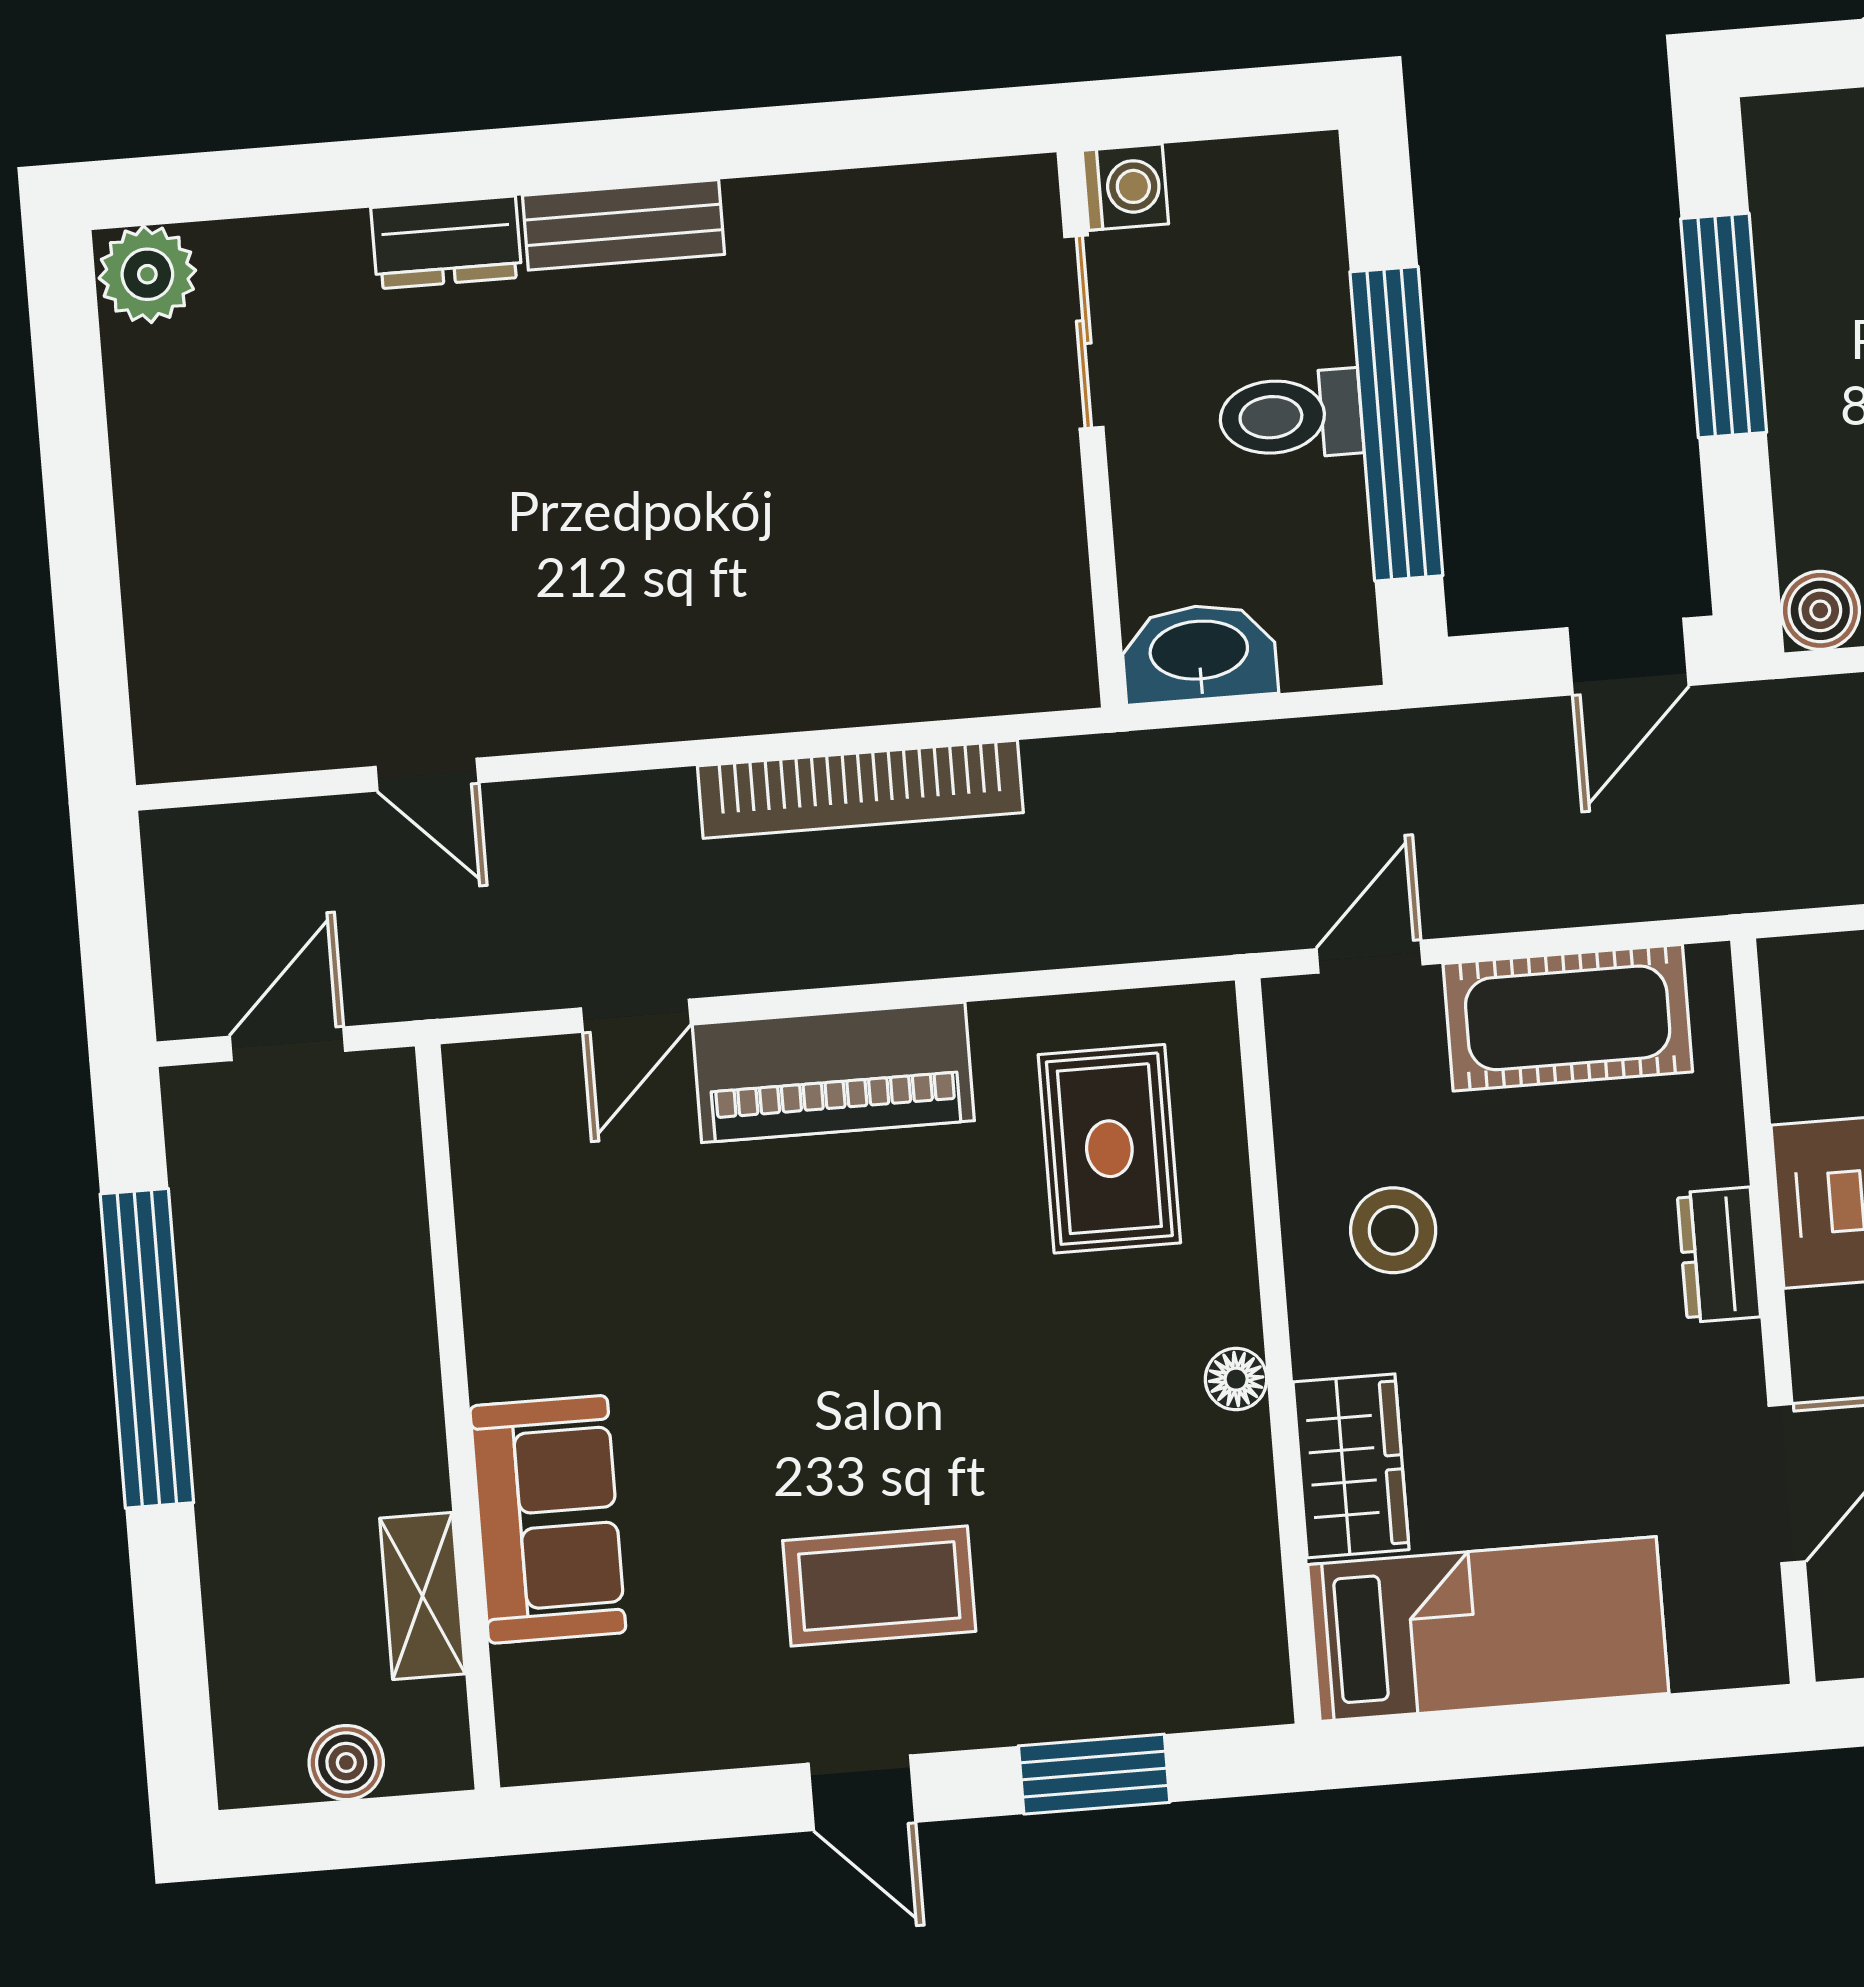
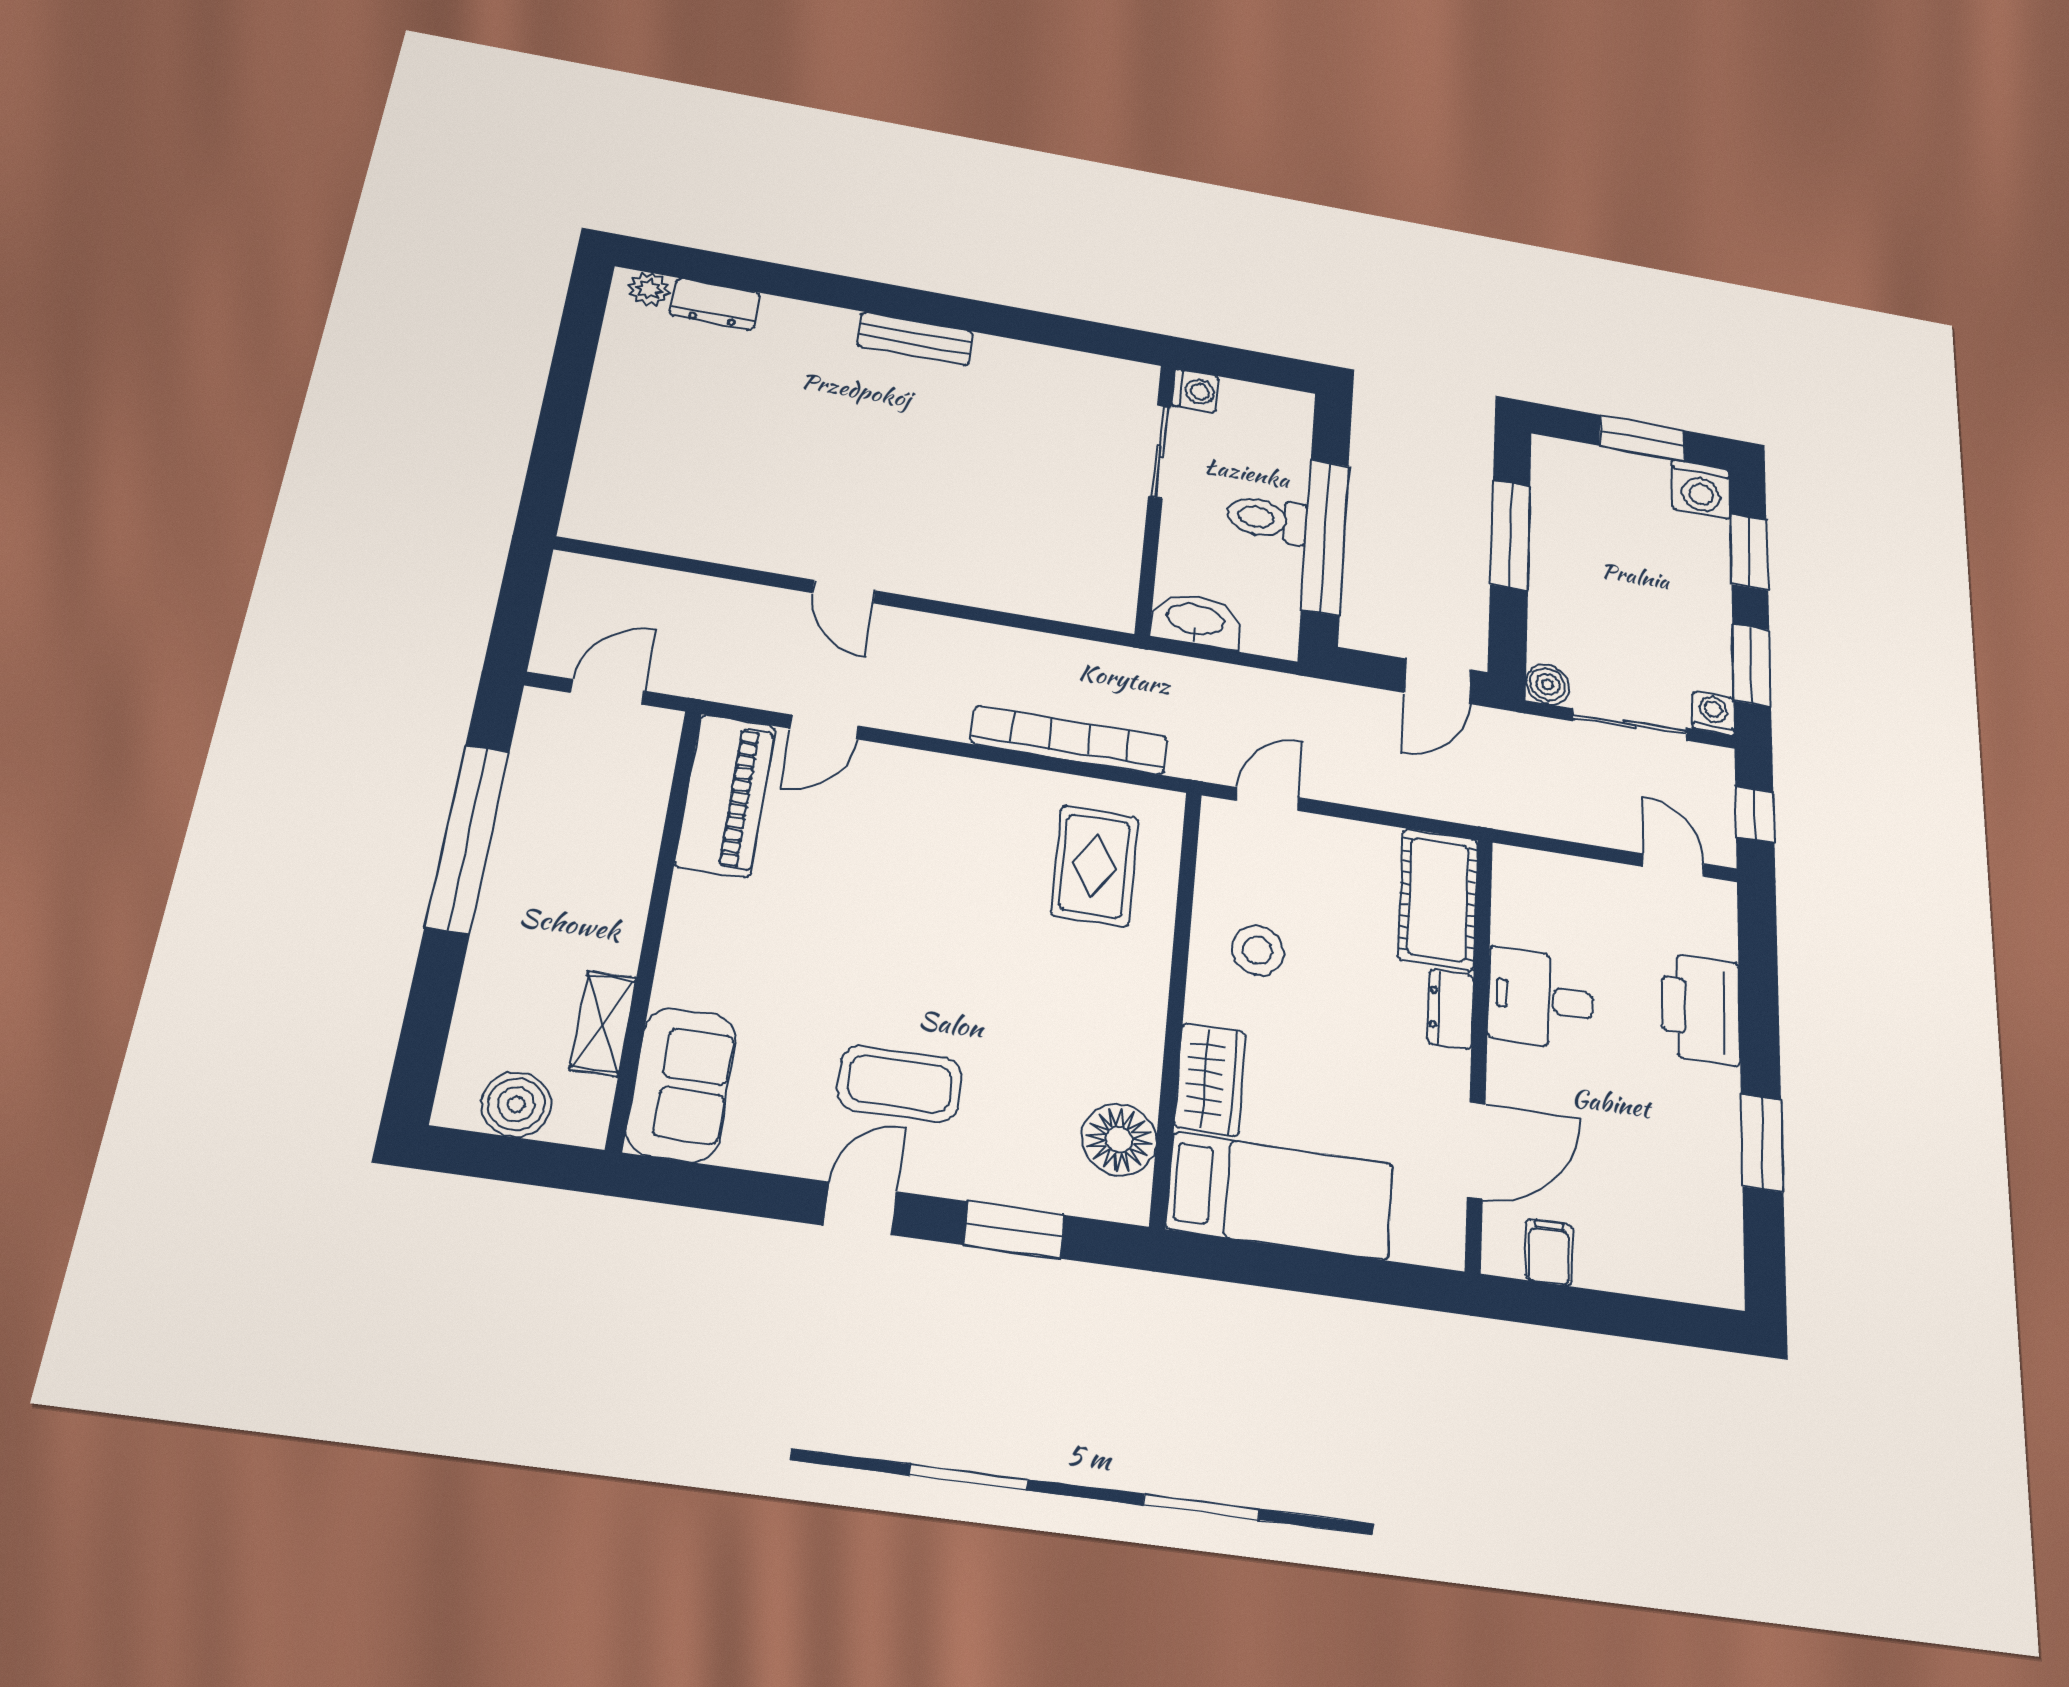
dresser: (446, 242) -> (715, 304), moved
plant: (147, 274) -> (649, 289), width x0.73, depth x0.73
door: (427, 775) -> (844, 592), moved
bookcase: (860, 789) -> (1069, 740), moved, turned 180
cot: (1568, 1018) -> (1438, 899), moved, turned 90
piano: (833, 1072) -> (725, 795), moved, turned -90
floor lamp: (1236, 1379) -> (1119, 1139), moved, width x1.89, depth x1.89
sofa: (548, 1519) -> (682, 1084), moved
boiler: (346, 1763) -> (516, 1104), width x1.36, depth x1.36
door: (862, 1793) -> (860, 1208), swing flipped

